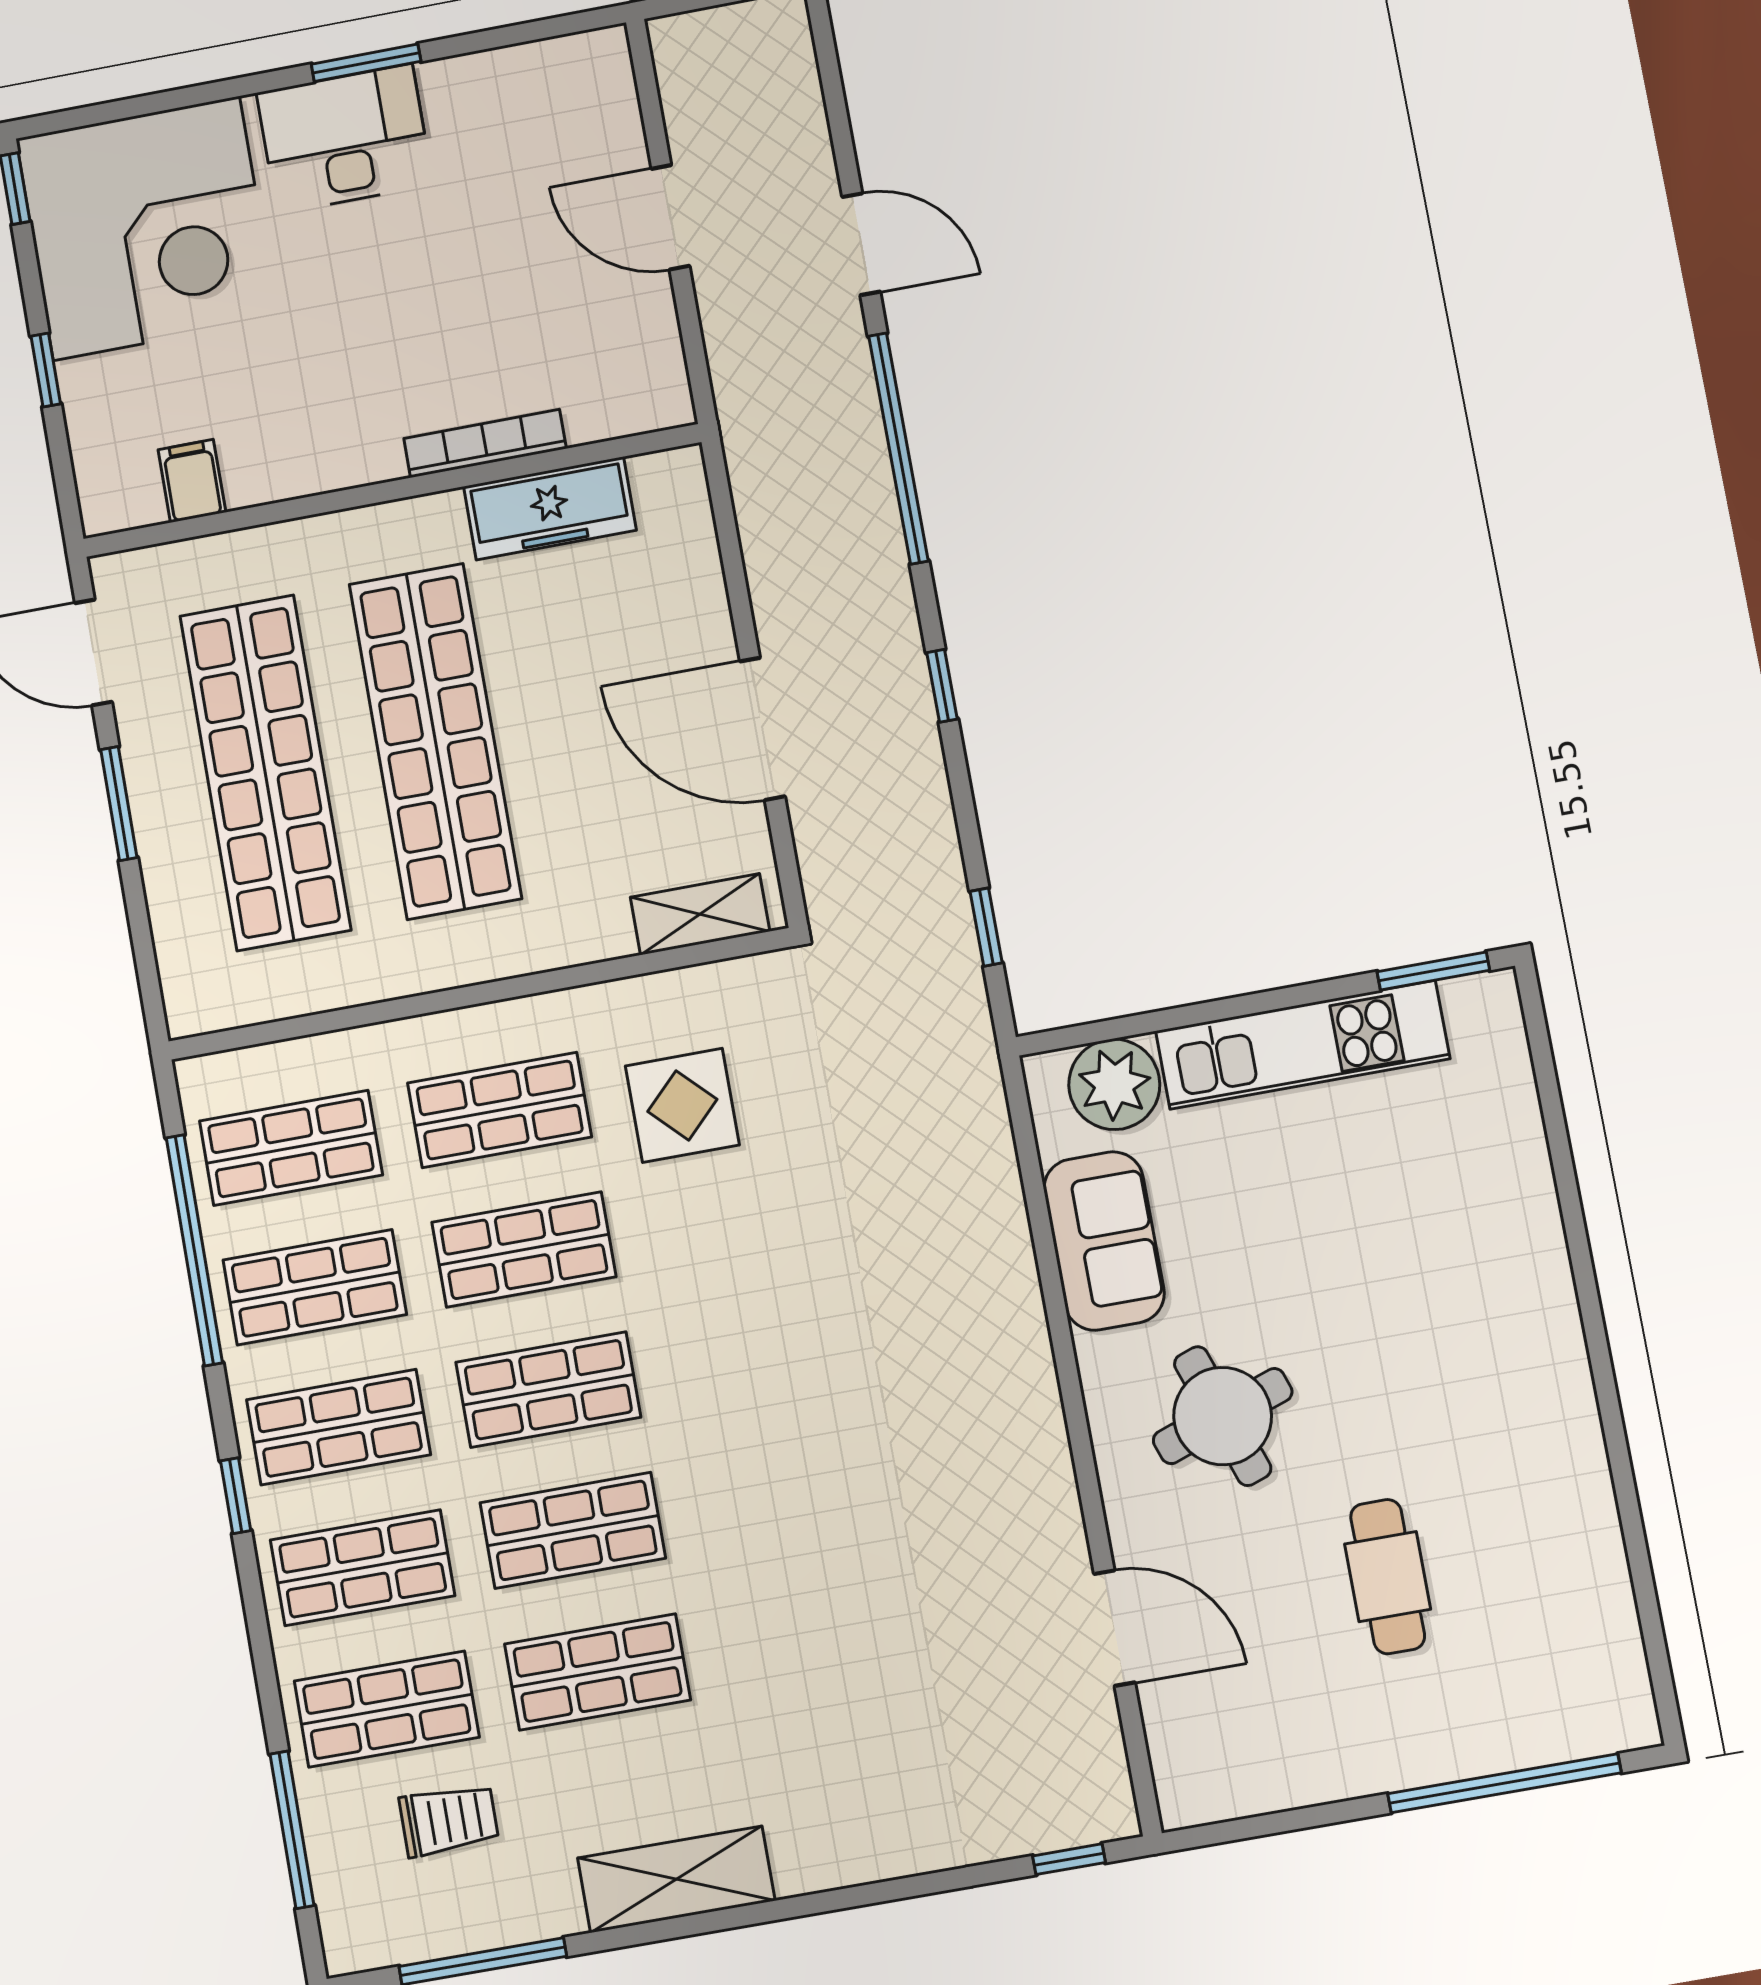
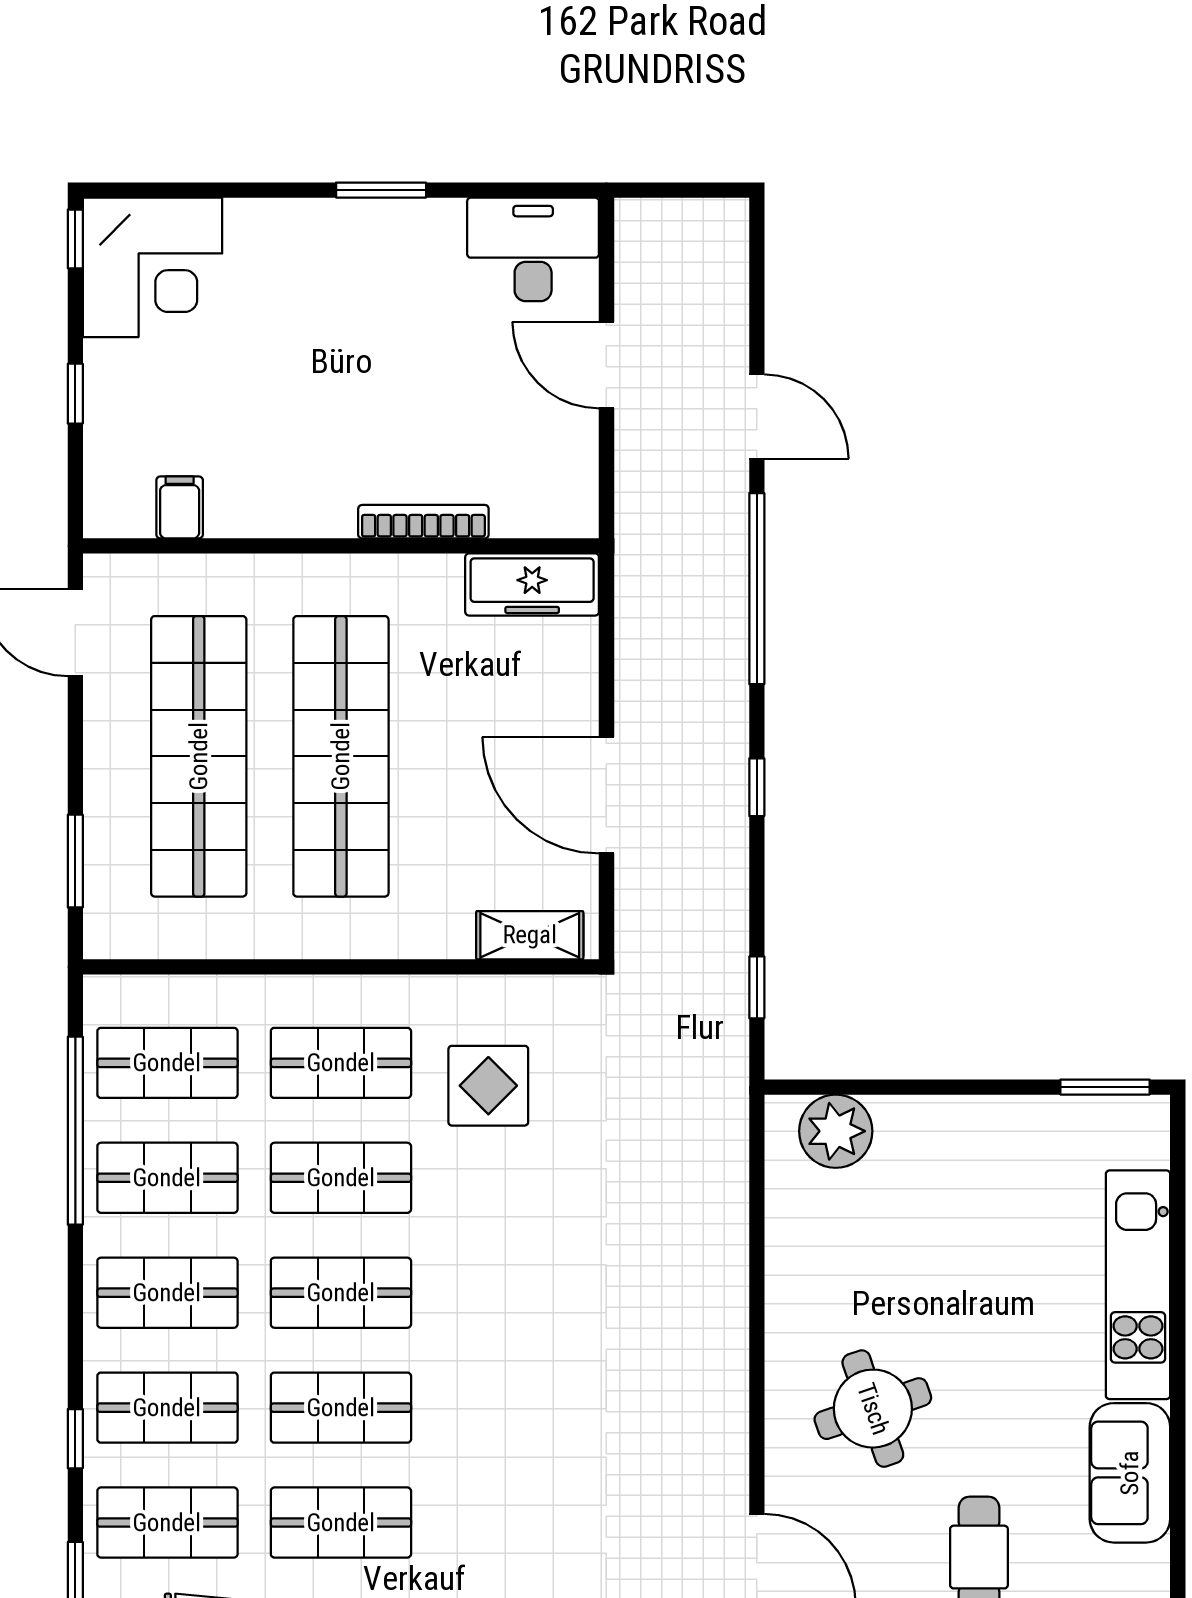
desk: (345, 139) -> (533, 249), moved
corner desk: (146, 228) -> (153, 267), width x0.74, depth x0.74
freezer: (550, 508) -> (532, 584), moved
window: (119, 804) -> (75, 861), moved
kitchen unit: (1303, 1045) -> (1138, 1285), moved, turned 90
sofa: (1104, 1241) -> (1130, 1473), moved, turned 180
window: (236, 1496) -> (75, 1439), moved

